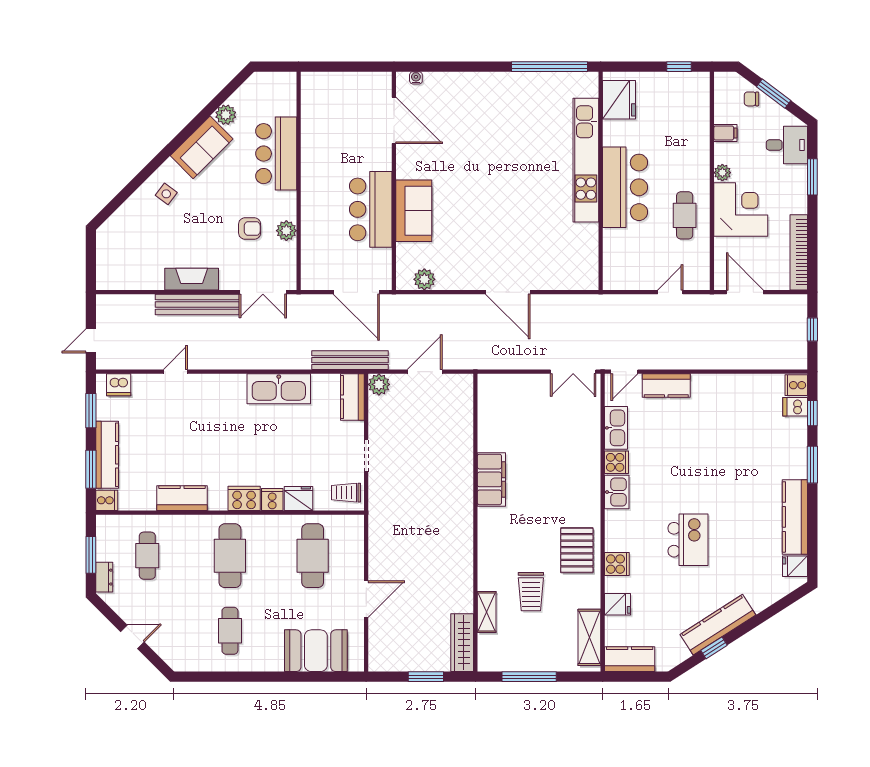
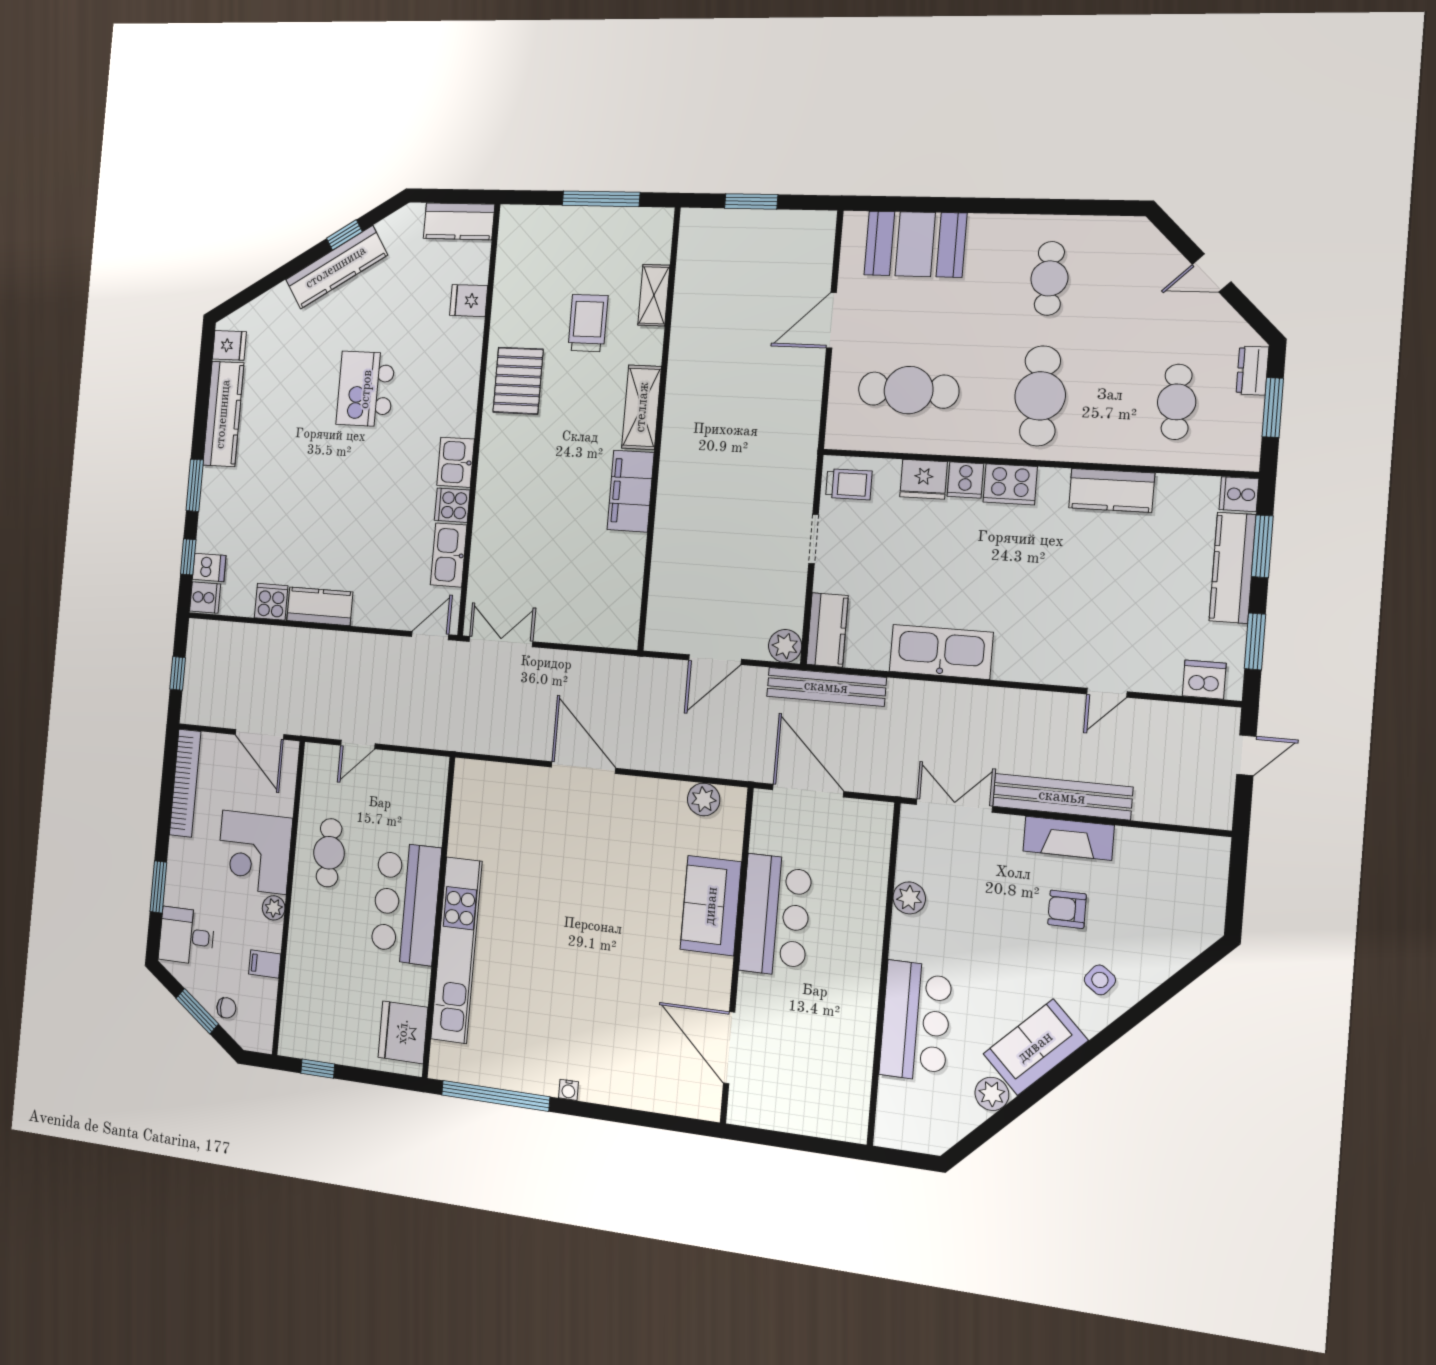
water cooler: (416, 78) -> (569, 1090), moved
armchair: (250, 229) -> (1067, 909), moved
kitchen counter: (666, 386) -> (320, 606), moved
cafe table: (313, 556) -> (909, 390), turned 90
cooker: (617, 564) -> (271, 602), moved, turned 90
shelving: (589, 637) -> (642, 407), moved
wardrobe: (462, 643) -> (693, 251), removed

